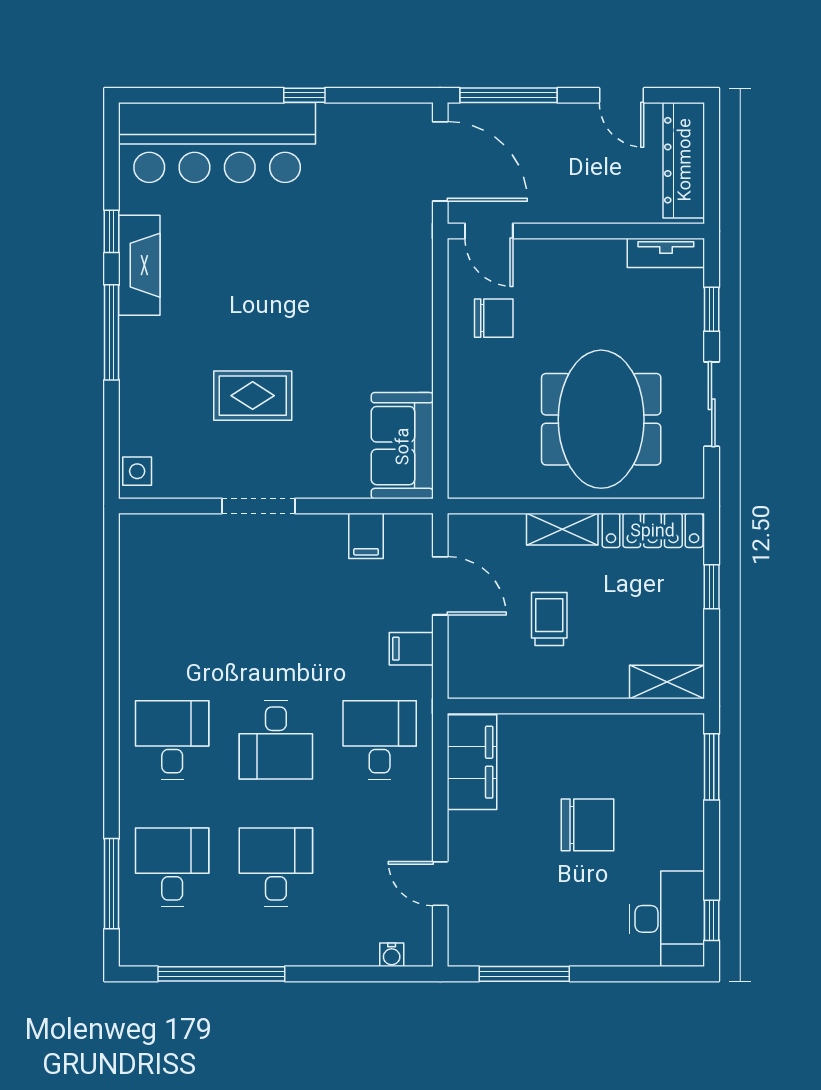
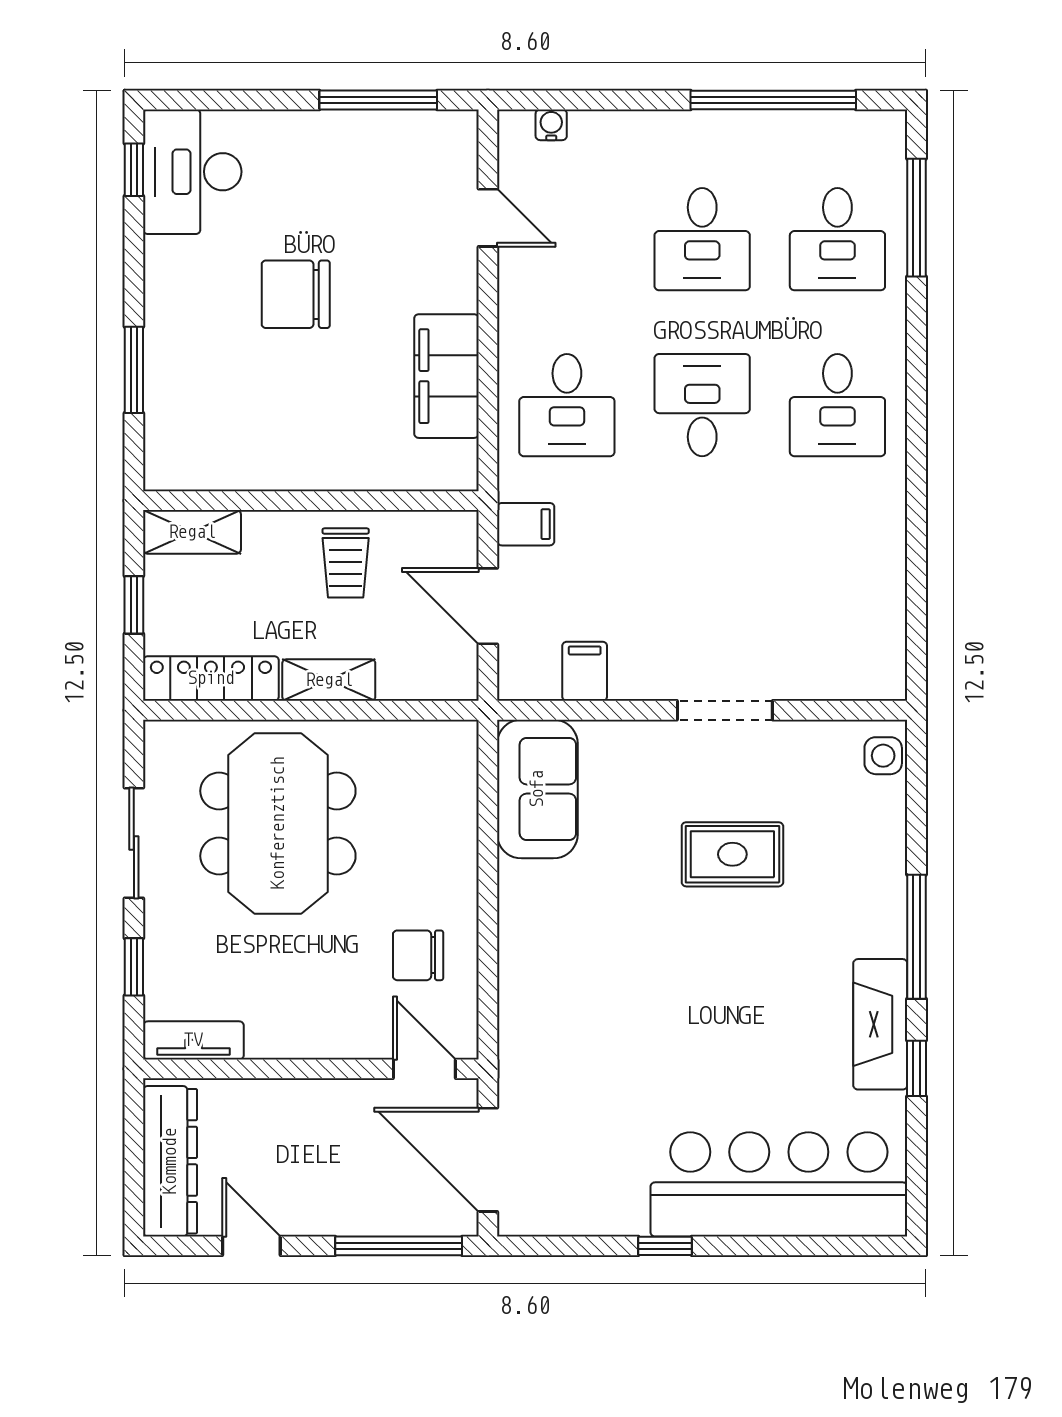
shelving: (667, 682) -> (192, 532), moved
wall: (576, 706) -> (311, 501), moved

